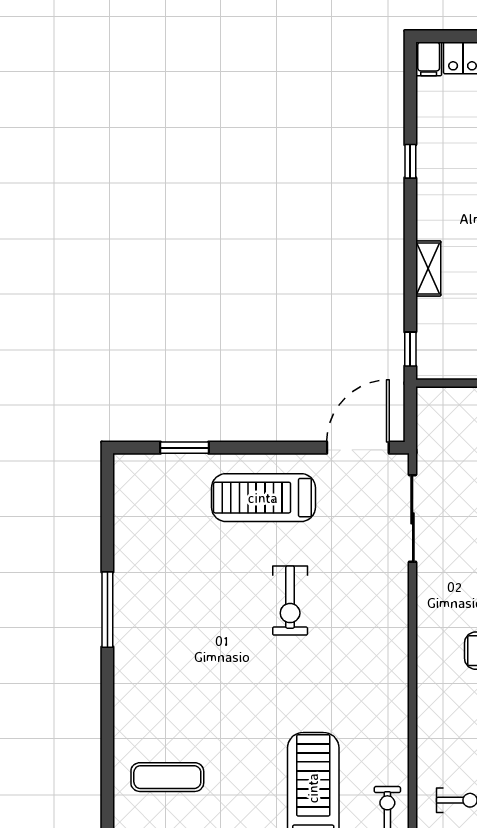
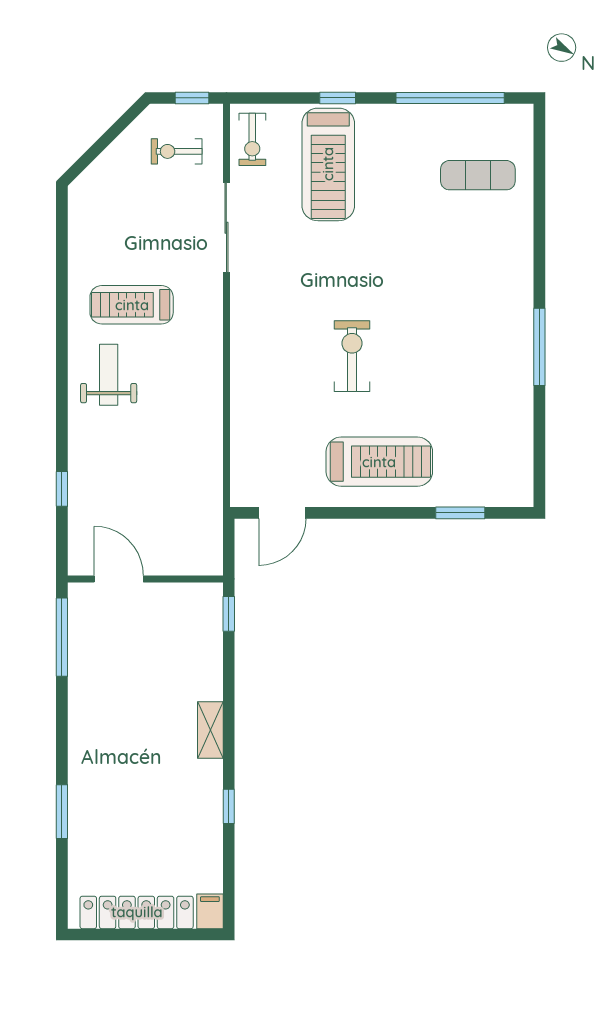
shelving: (428, 268) -> (210, 730), moved
door: (358, 448) -> (282, 513), width x0.73
sliding door: (413, 518) -> (226, 228), moved

